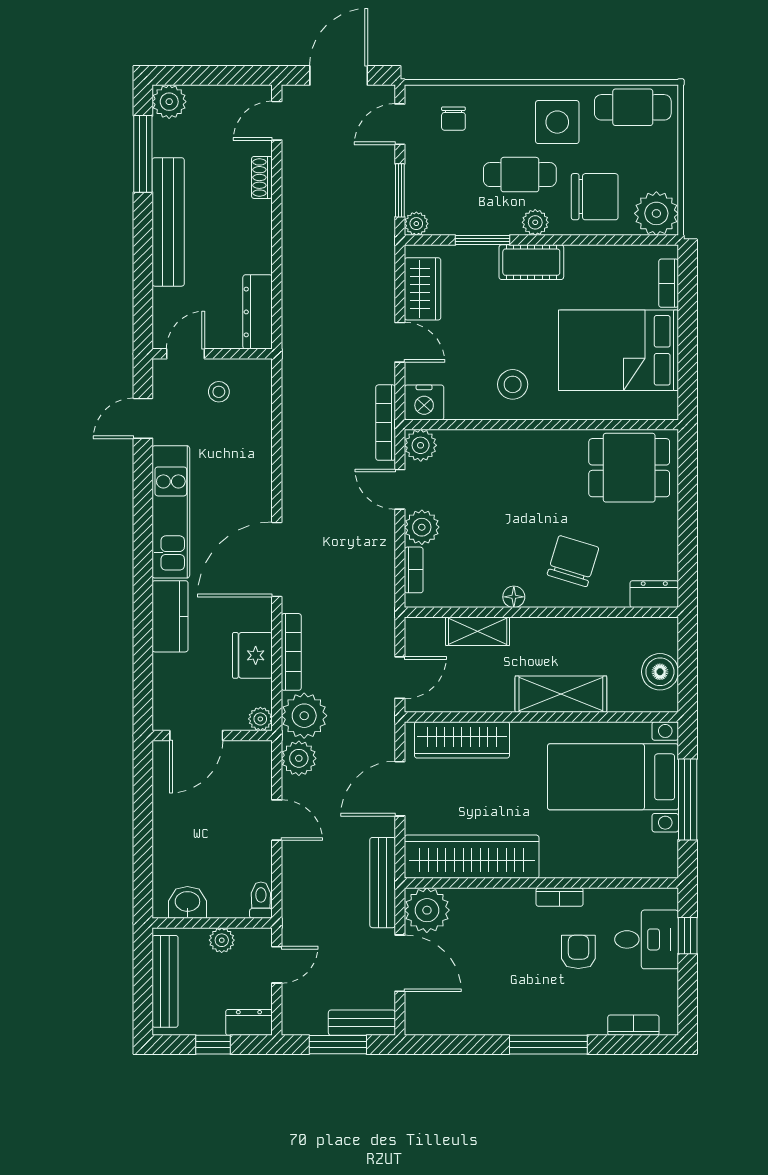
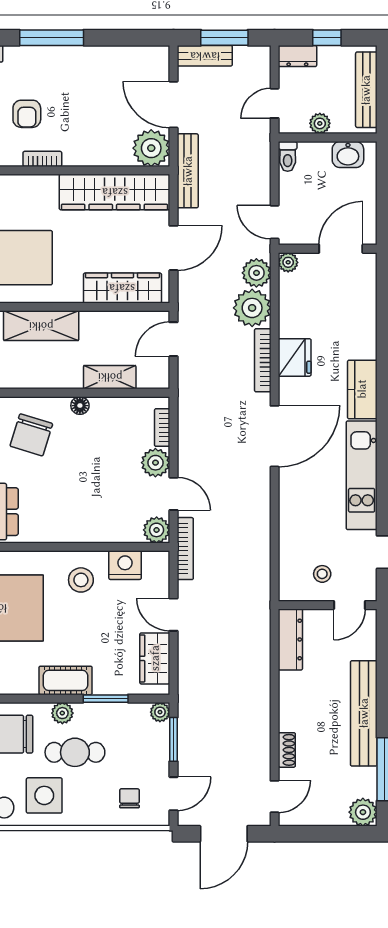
nightstand: (424, 402) -> (125, 565), moved
plant: (260, 719) -> (288, 262), moved
door: (196, 735) -> (341, 249), moved
wall: (212, 735) -> (328, 249), moved

